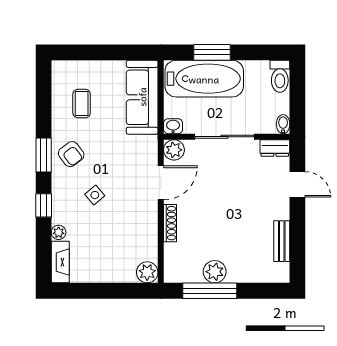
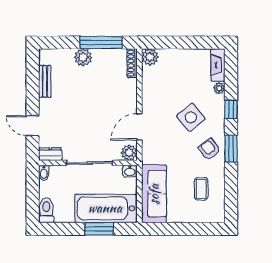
side table: (95, 195) -> (191, 117), width x1.87, depth x1.87
shoe rack: (170, 223) -> (132, 63), moved
plant: (215, 272) -> (83, 57), moved

